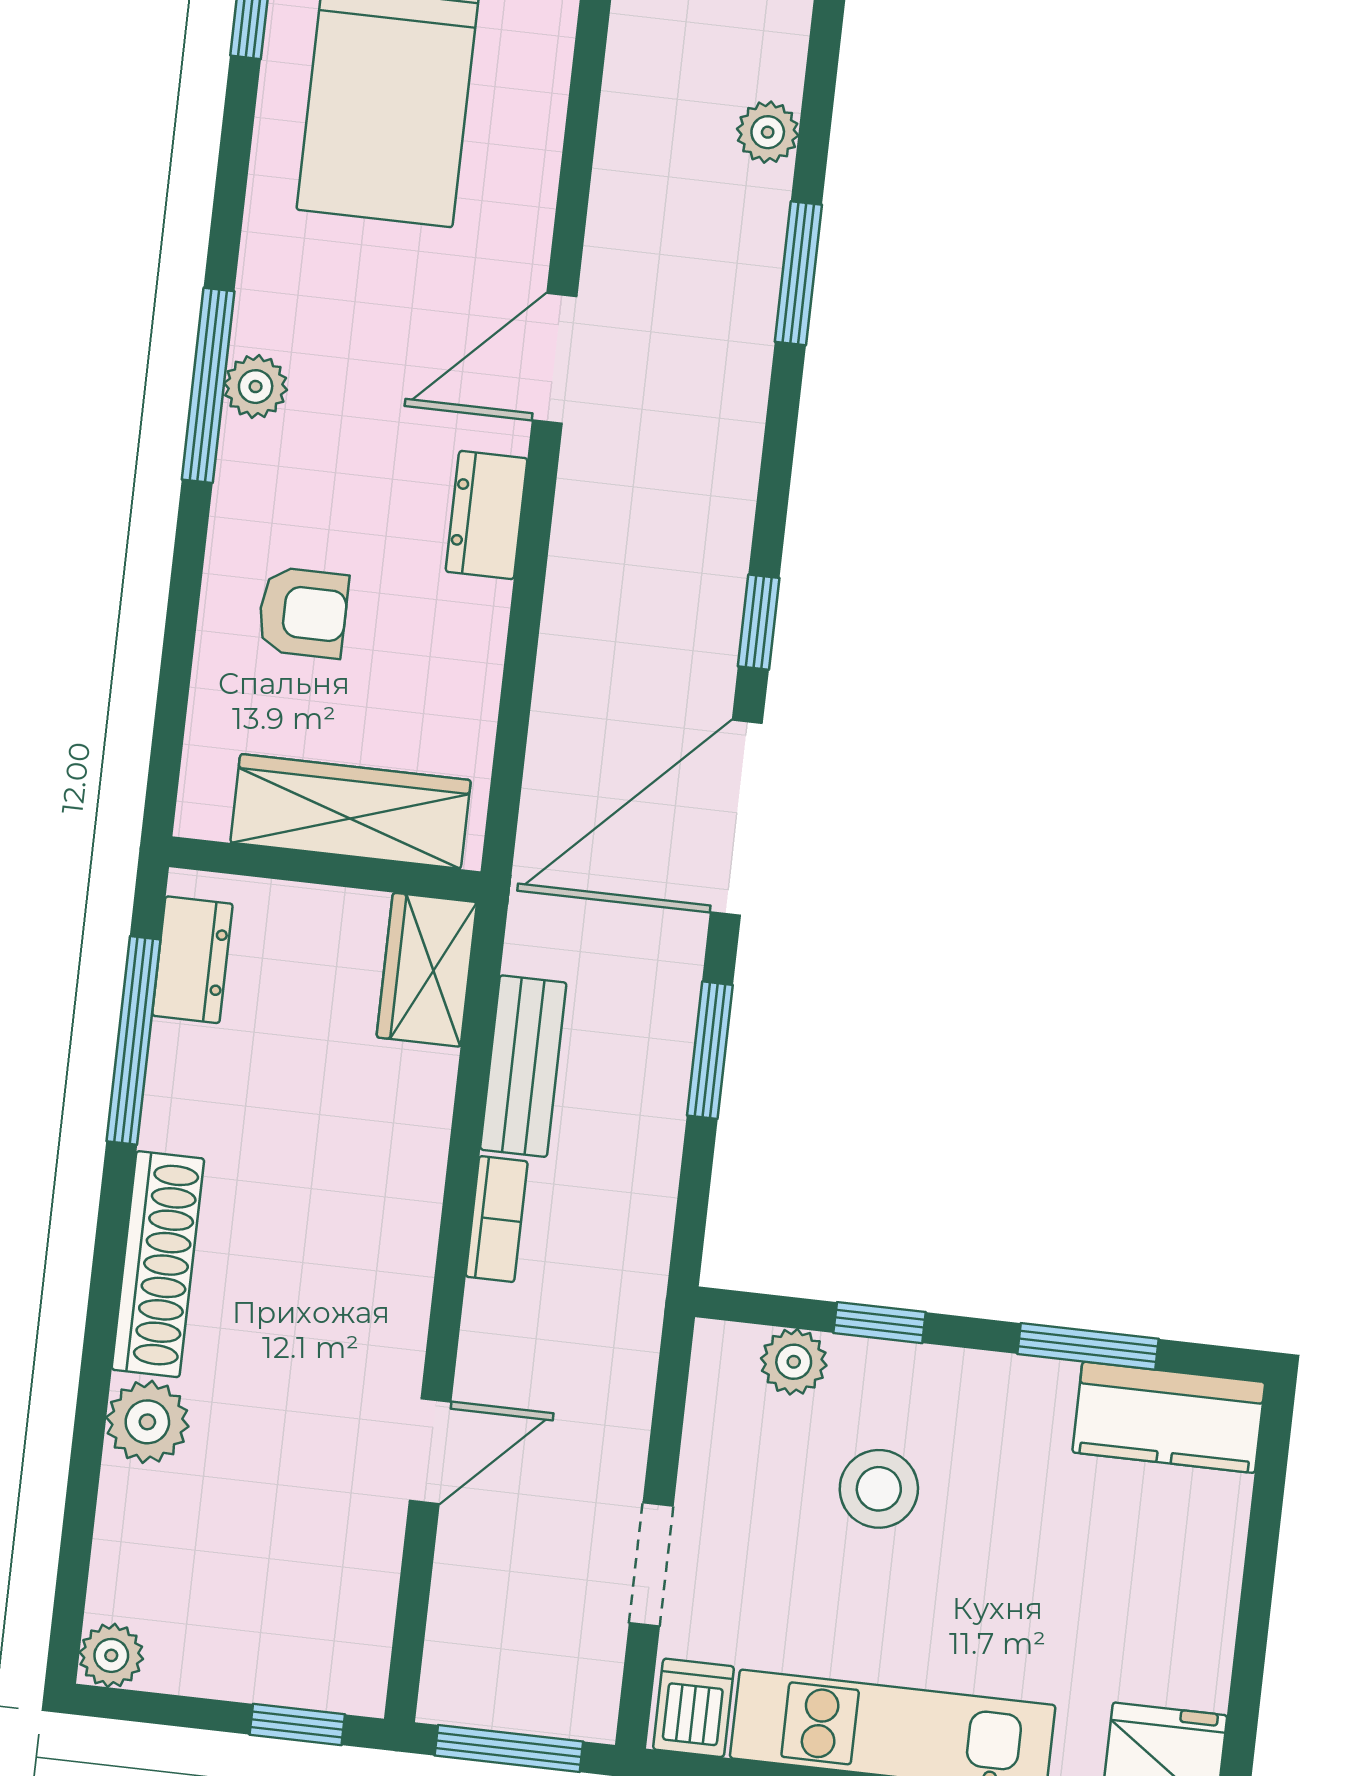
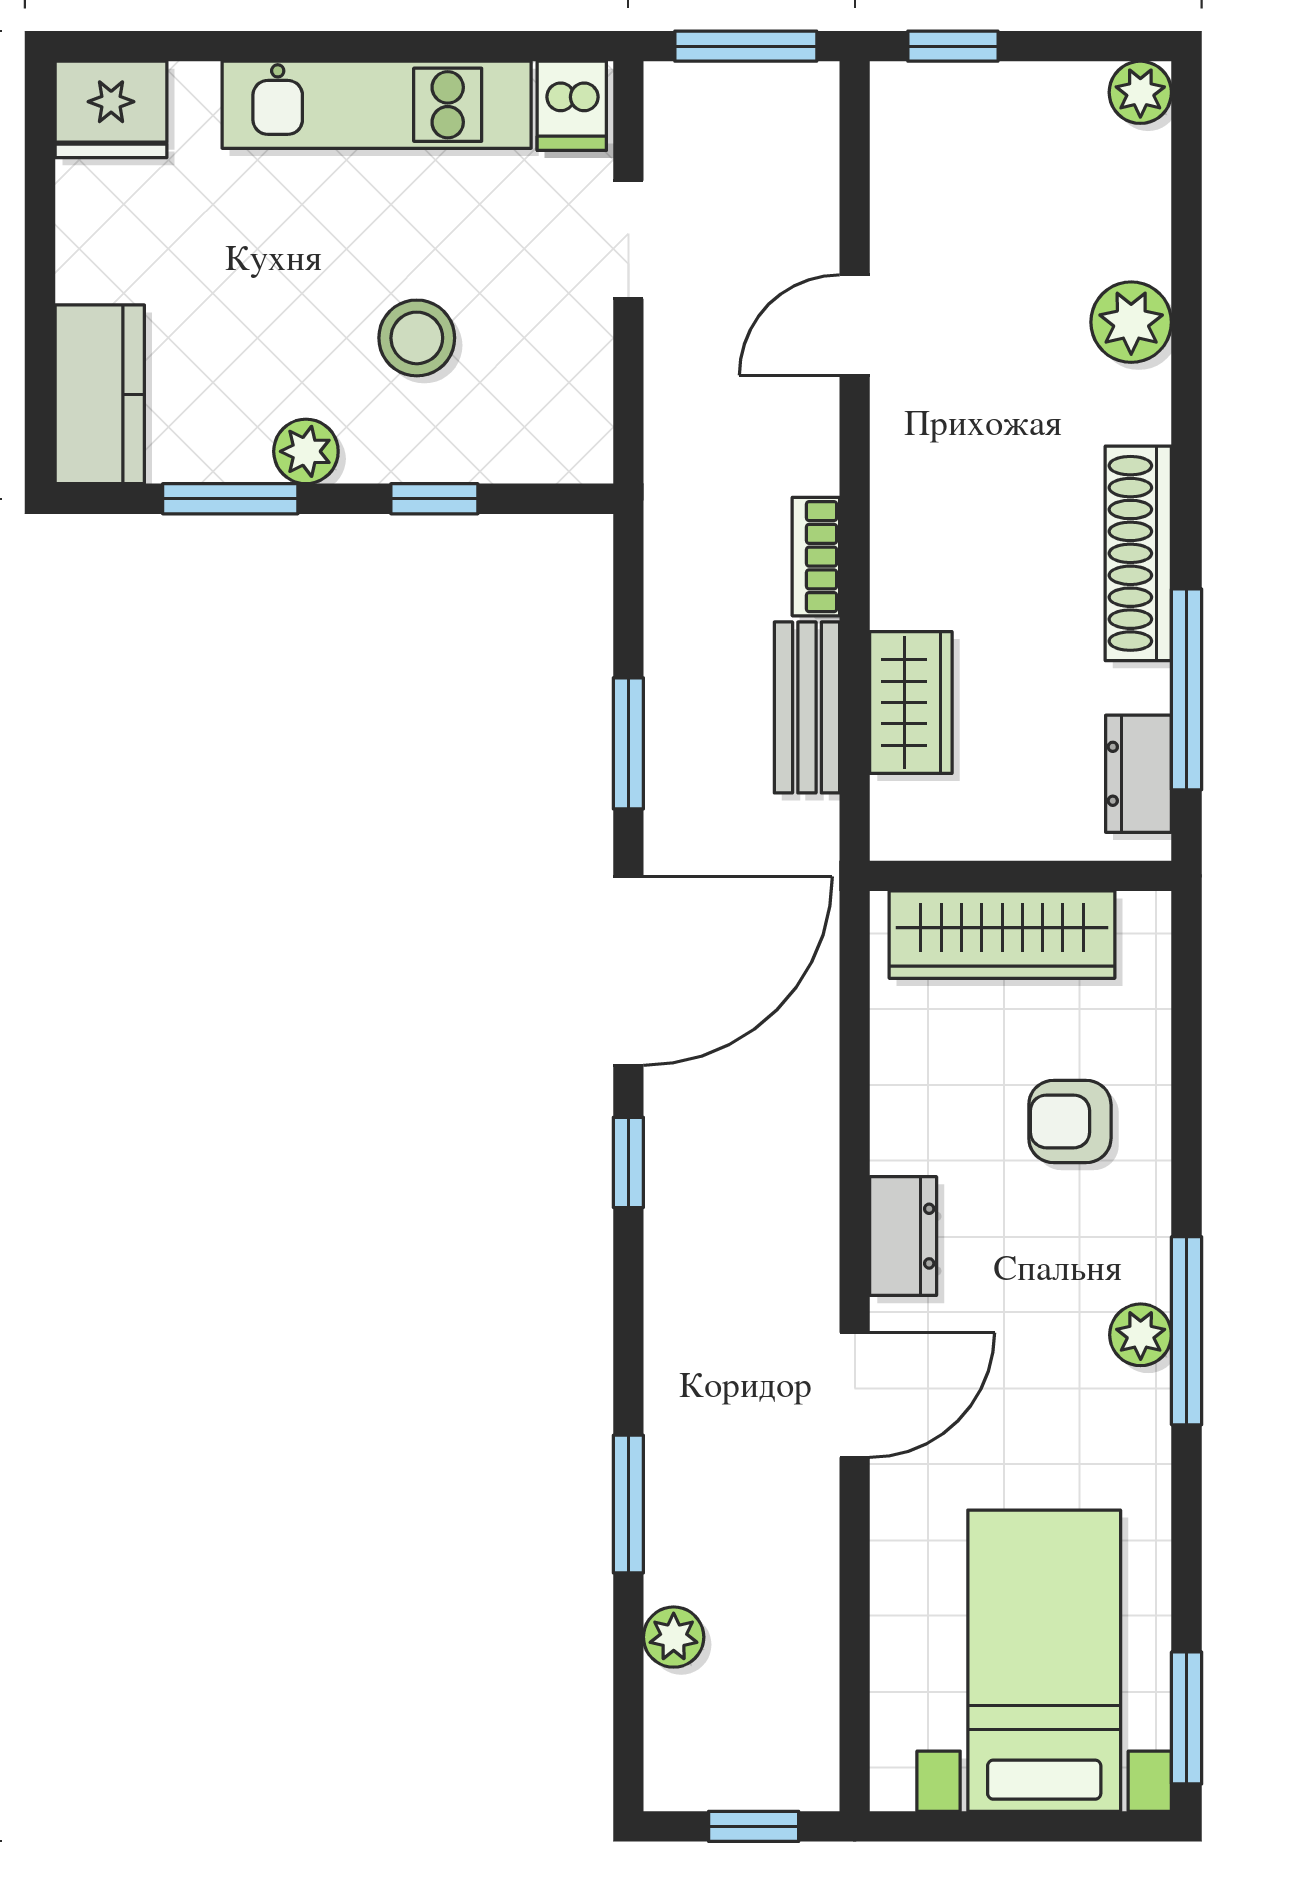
wardrobe: (427, 970) -> (911, 702), moved
shoe rack: (158, 1264) -> (1138, 553), moved
plant: (794, 1362) -> (306, 451), moved
kitchen counter: (1169, 1417) -> (100, 394), moved, turned 90

